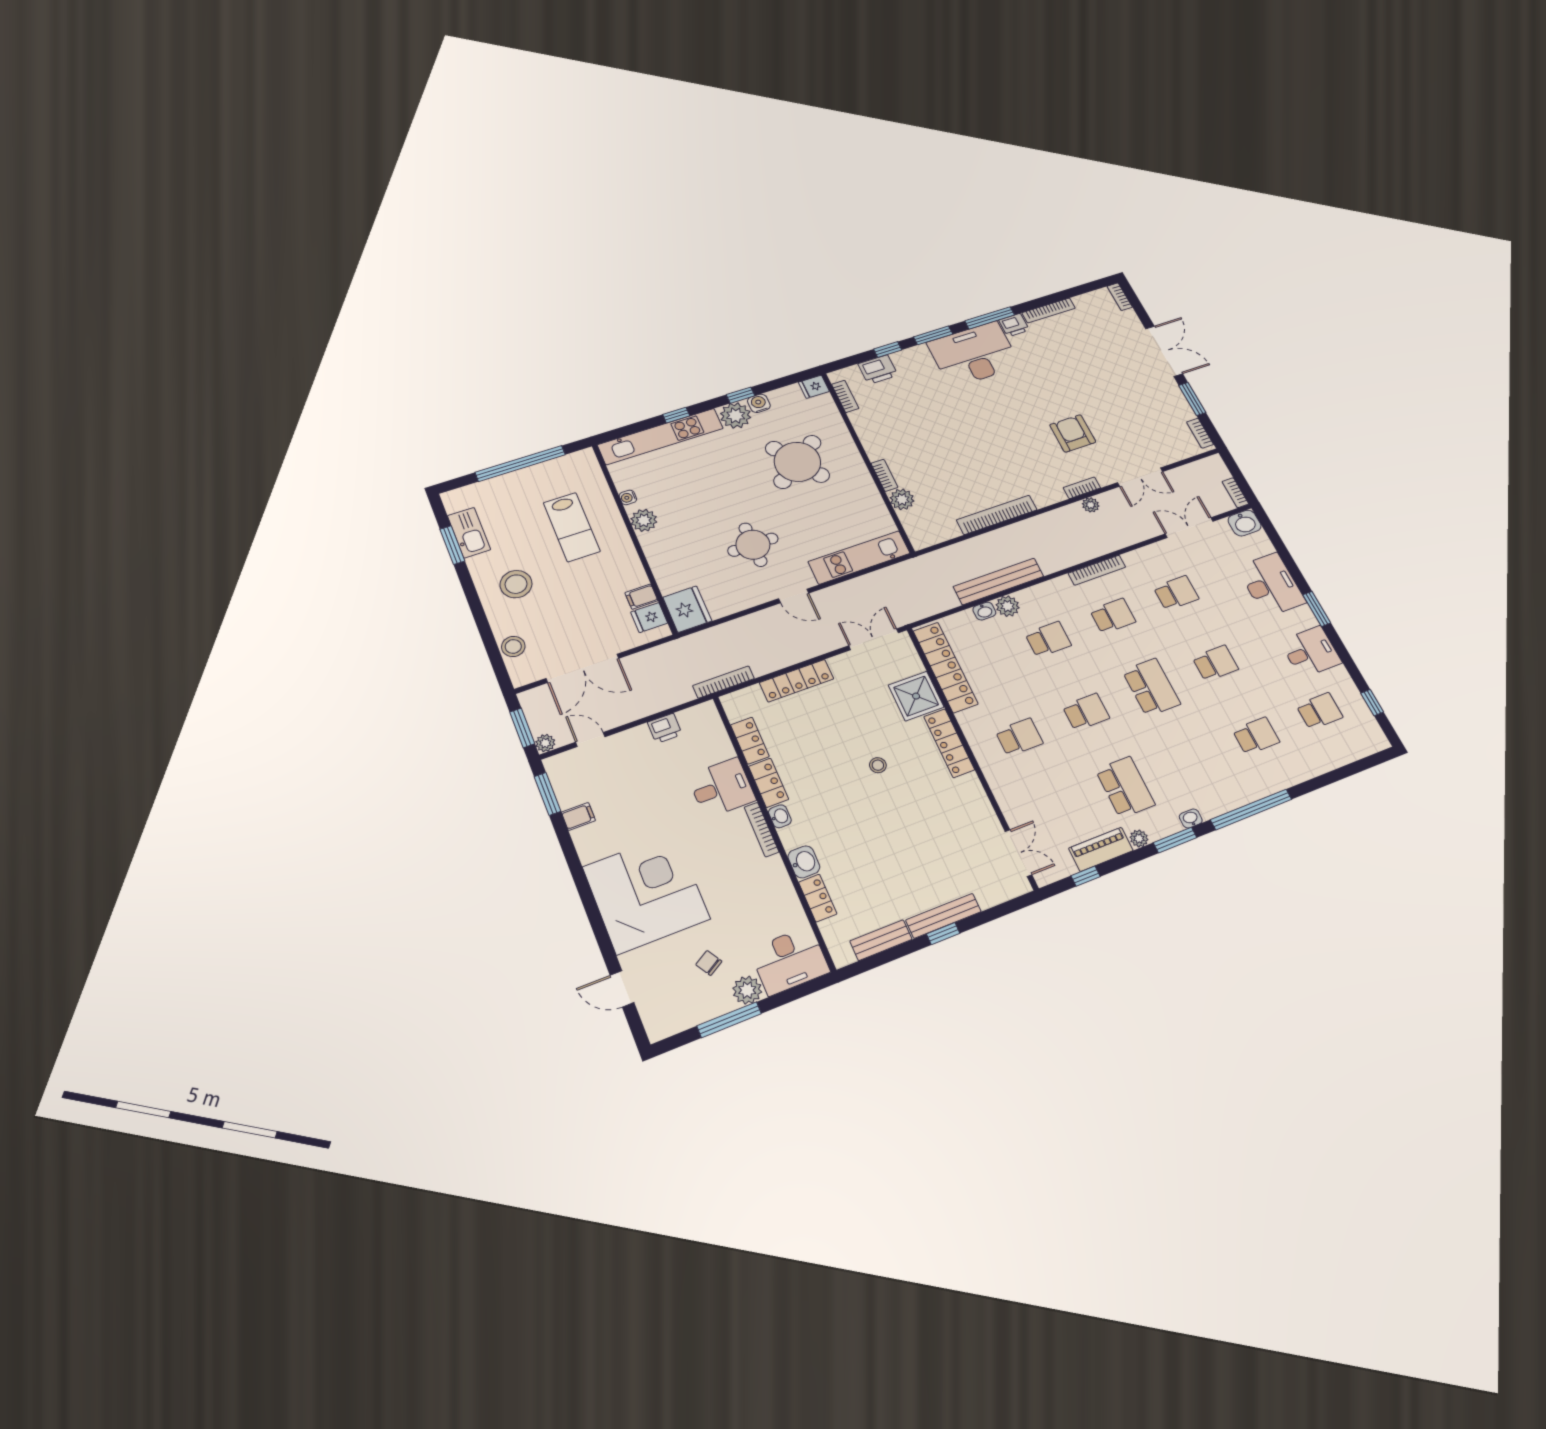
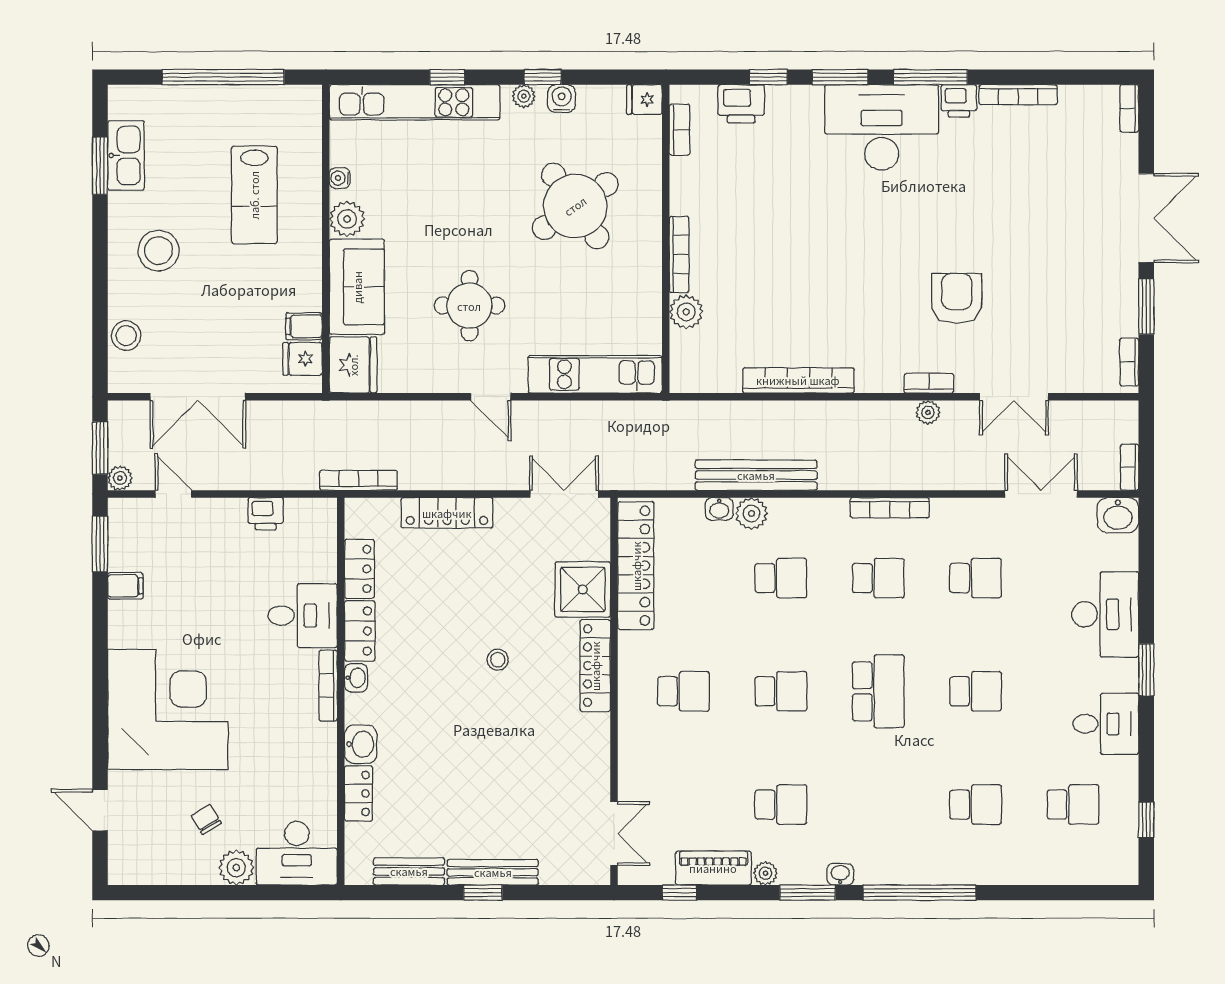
plant: (736, 416) -> (524, 96), width x0.53, depth x0.53
bookcase: (884, 475) -> (679, 254), width x1.56
sofa: (669, 559) -> (357, 287), added
school desk: (1125, 787) -> (781, 805), width x0.54
window: (729, 1020) -> (203, 893), removed

